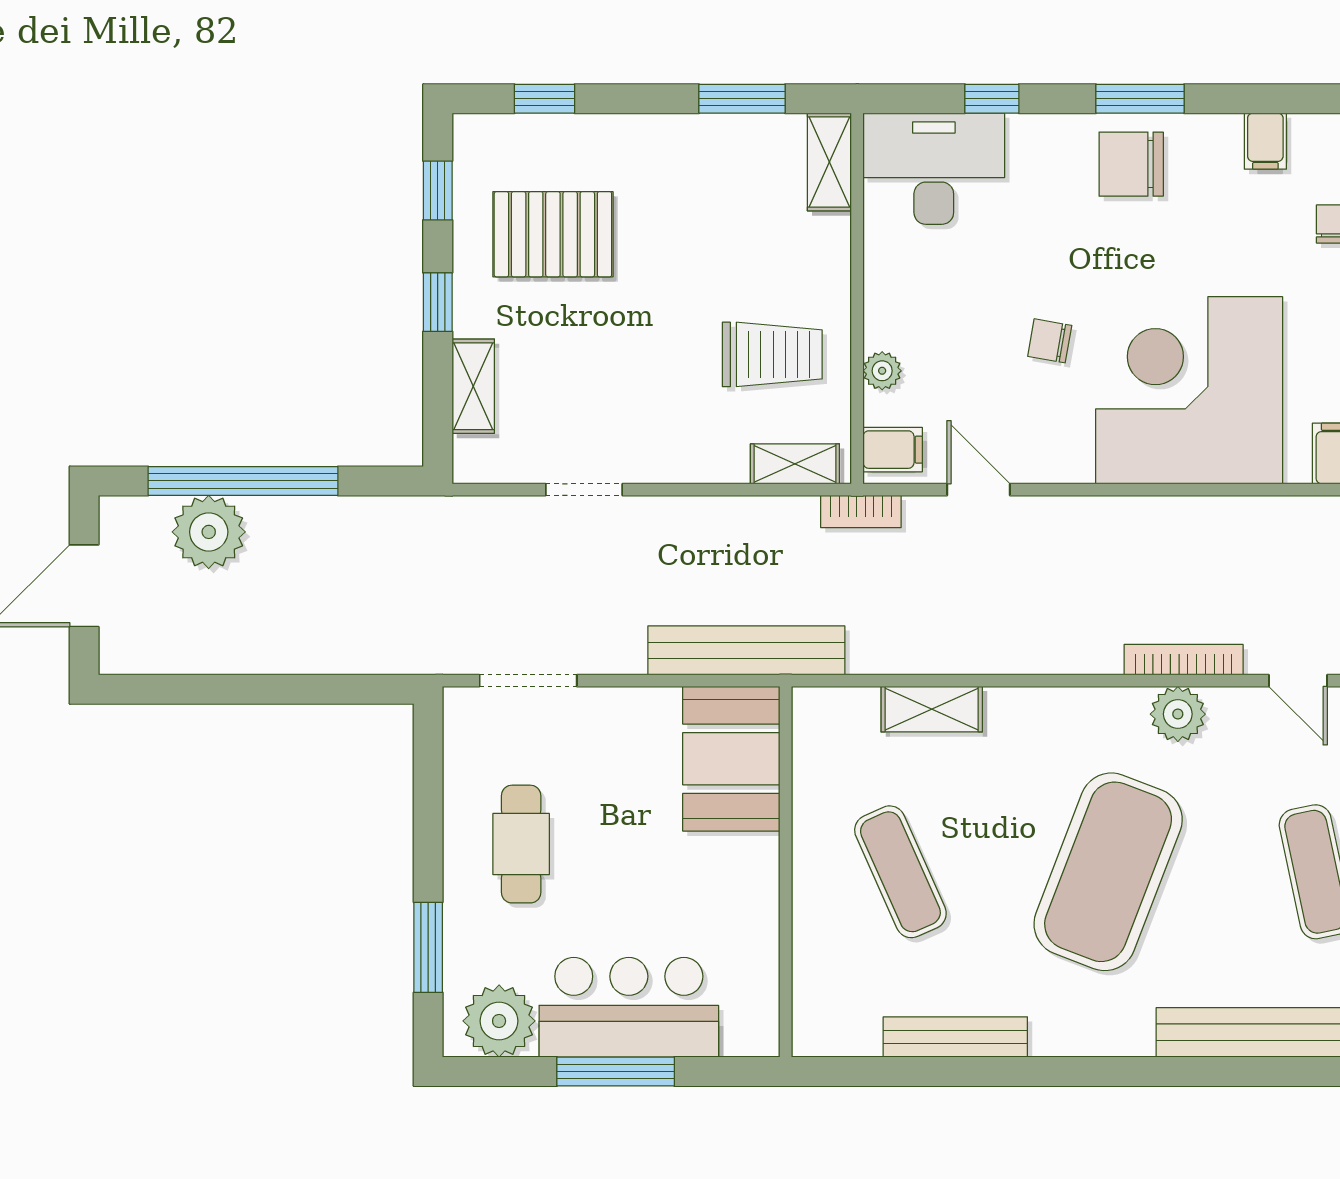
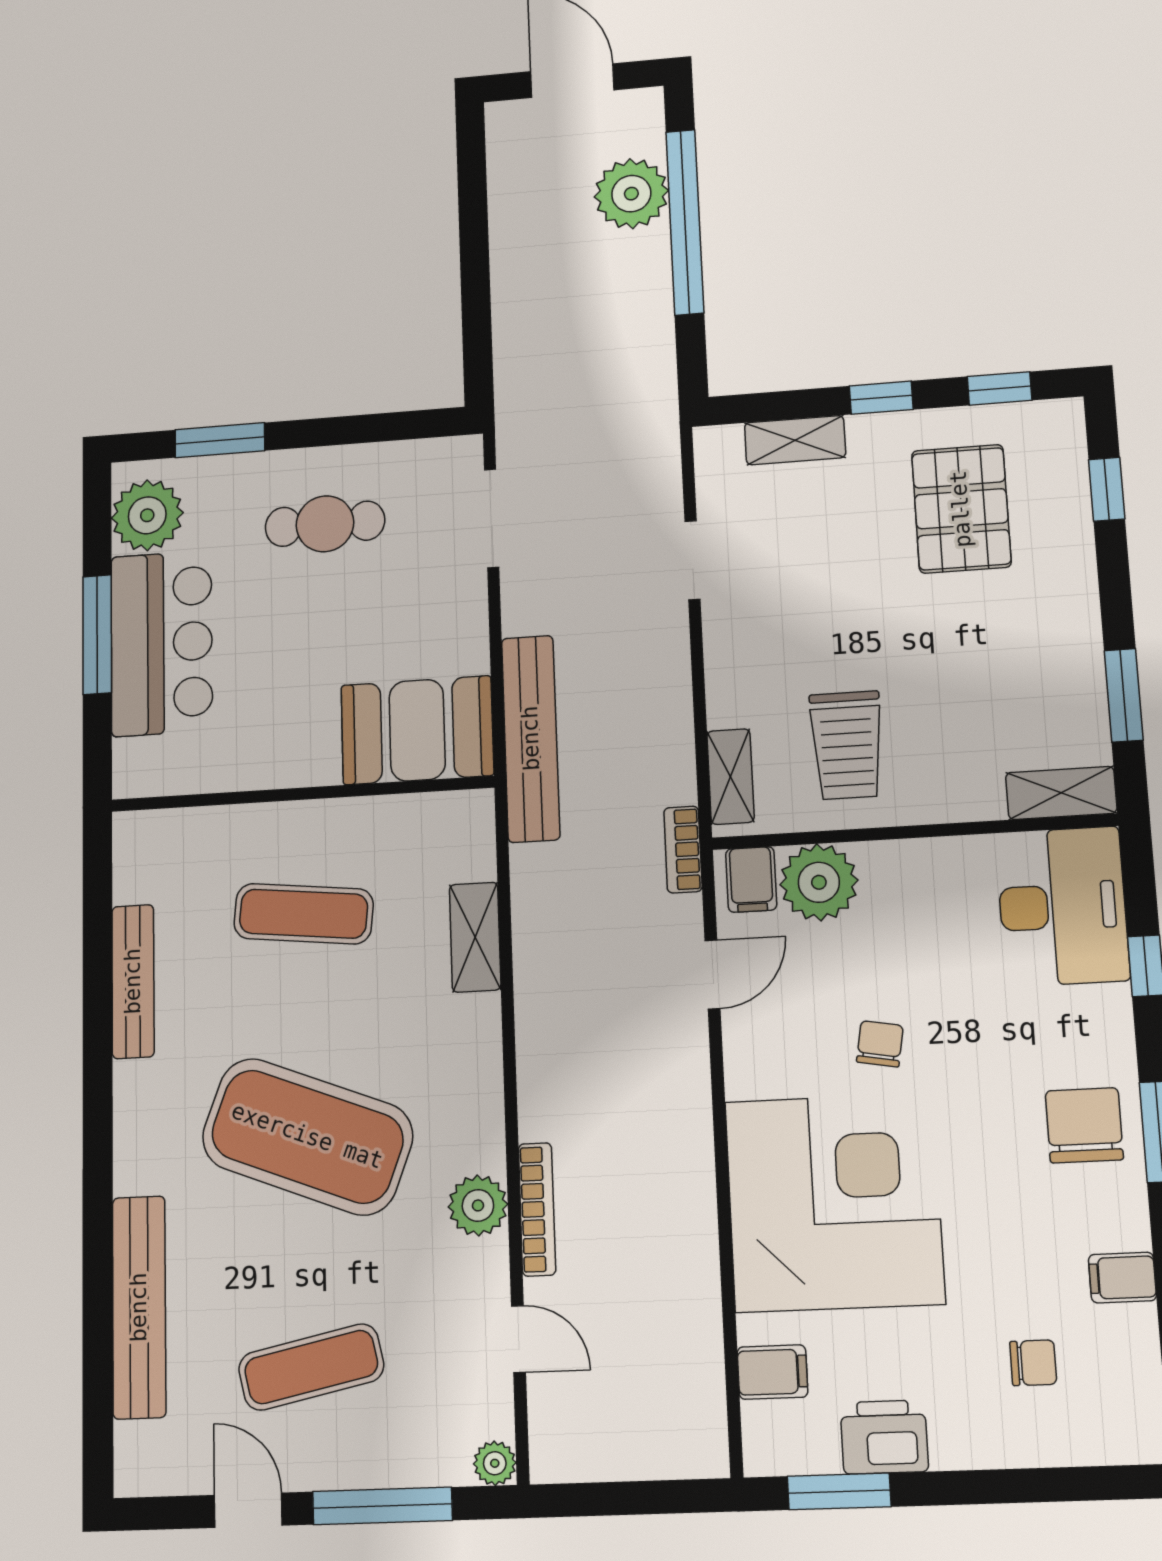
plant: (882, 371) -> (819, 882), width x1.88, depth x1.88
door: (1298, 681) -> (518, 1339), swing flipped
exercise mat: (900, 872) -> (304, 914), turned 30

